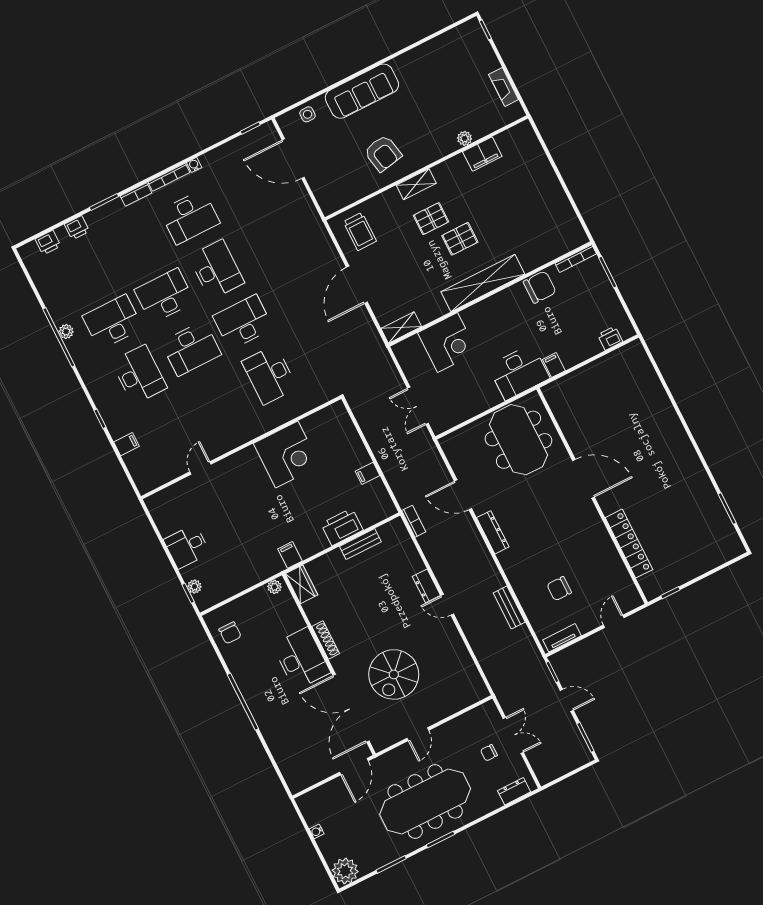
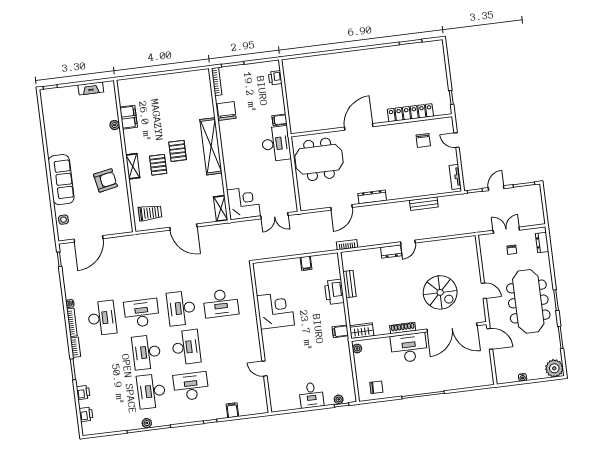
corner desk: (448, 343) -> (243, 203), moved
chair: (559, 589) -> (423, 140), moved

